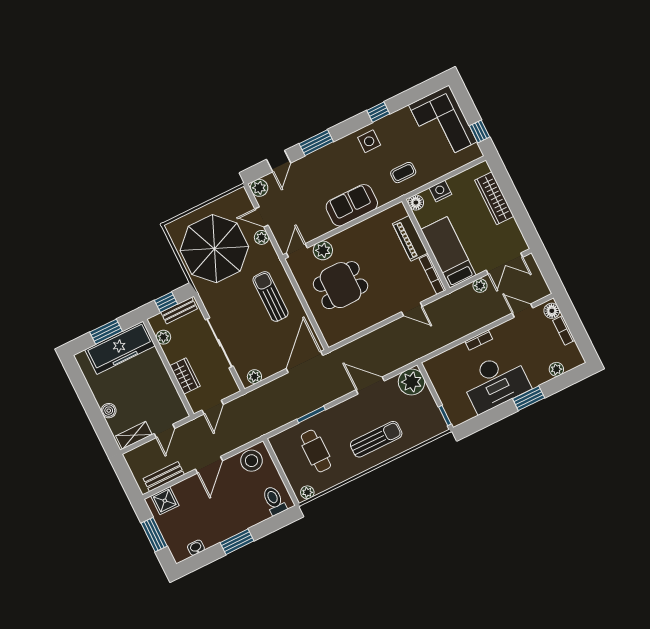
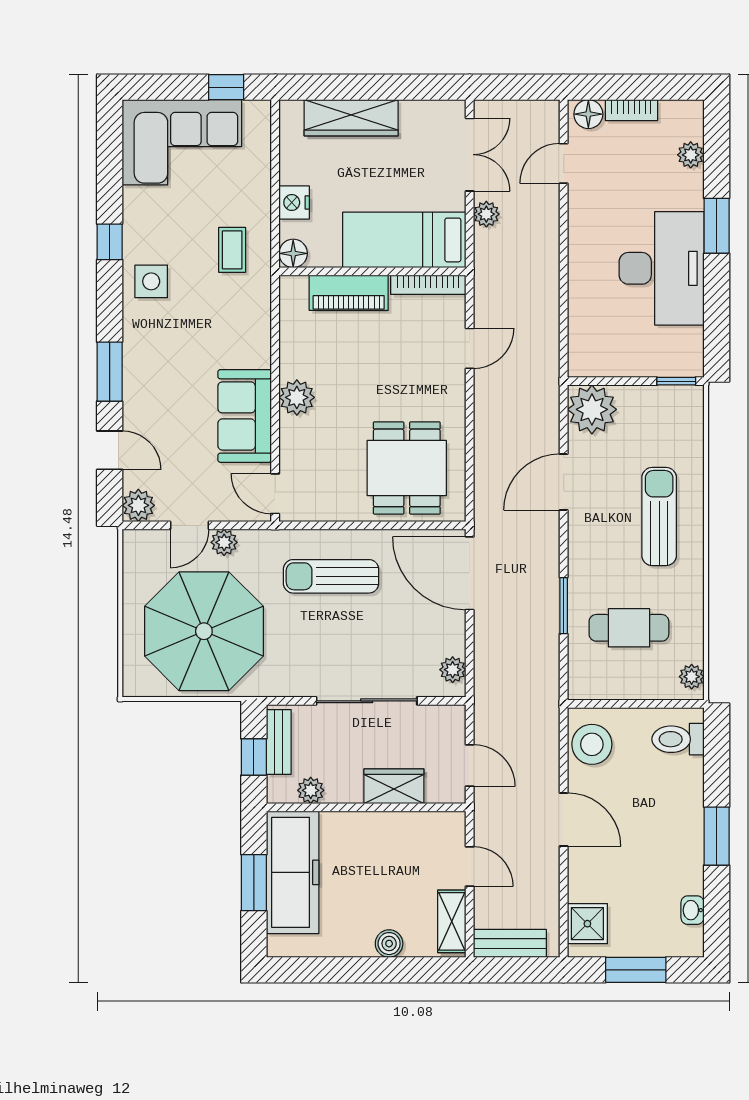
sofa: (352, 205) -> (245, 416), moved
plant: (323, 250) -> (297, 397), moved
dining table: (341, 285) -> (407, 468), moved
bookcase: (479, 340) -> (577, 261), removed
bench: (164, 477) -> (510, 943), moved, turned 90

